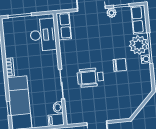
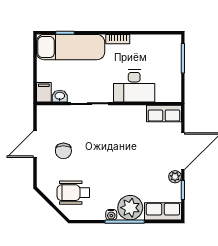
desk: (43, 35) -> (134, 86), moved
chair: (120, 65) -> (63, 151), moved
wheelchair: (90, 77) -> (73, 193), moved, turned -90

